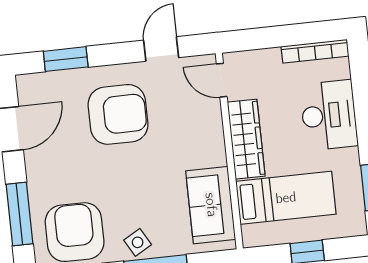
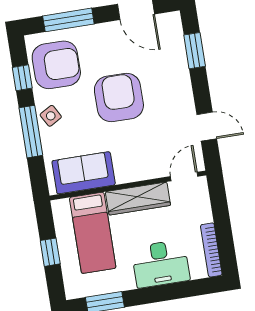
armchair: (118, 114) -> (119, 98), moved, turned 180

